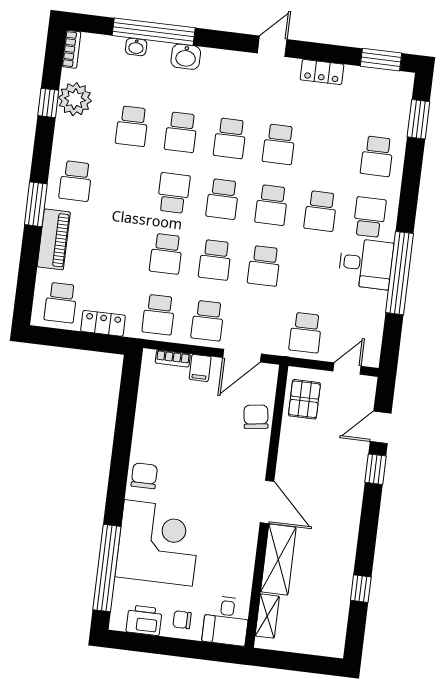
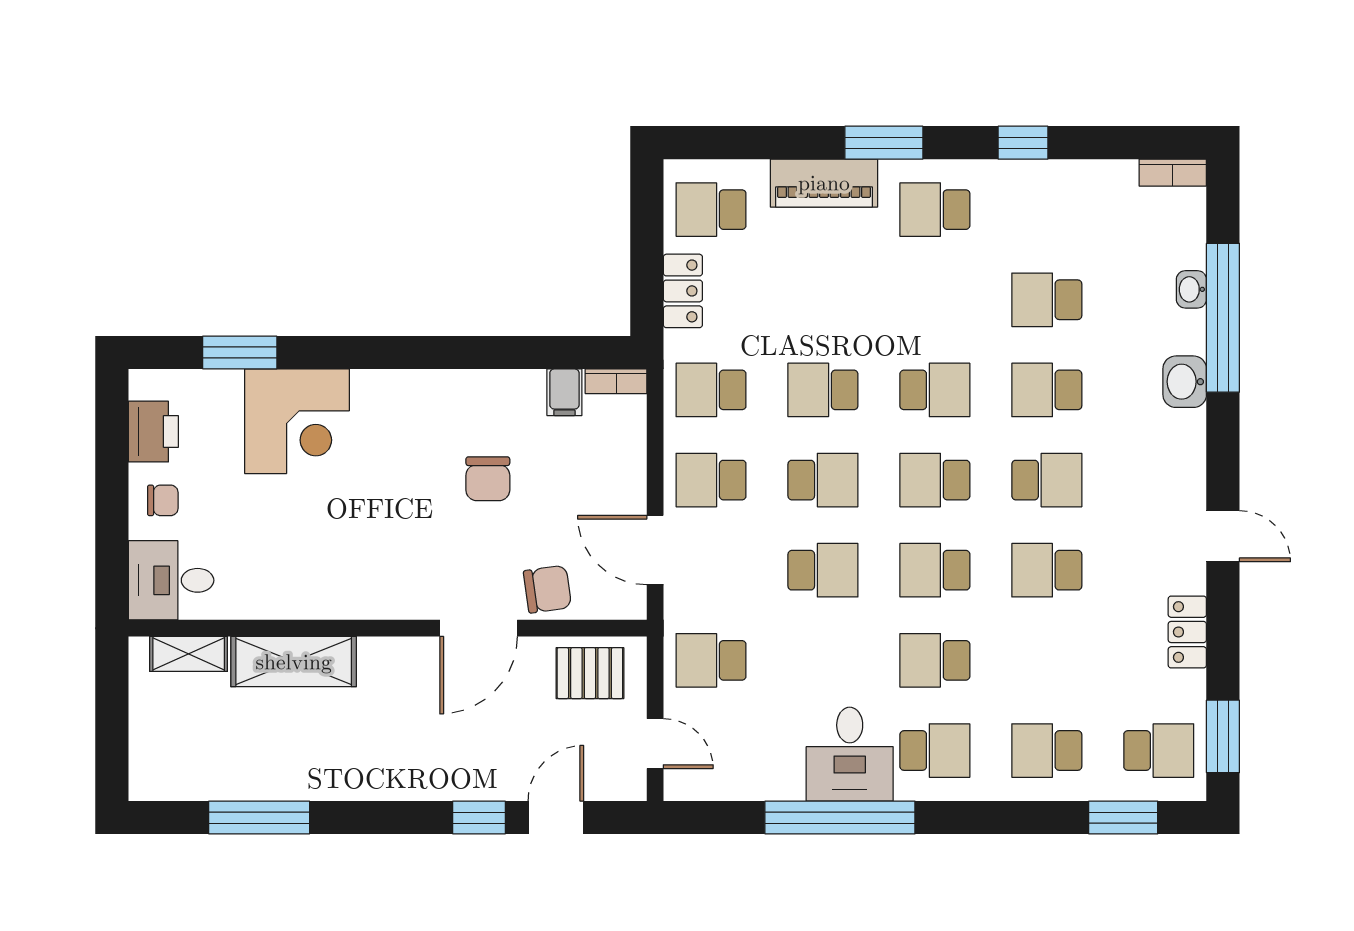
school desk: (384, 95) -> (1159, 751), added
plant: (75, 99) -> (1083, 190), removed
window: (48, 103) -> (1023, 143), moved
school desk: (230, 138) -> (1047, 480), turned 180
school desk: (215, 260) -> (823, 480), turned 180
school desk: (264, 266) -> (823, 570), turned 180
bookcase: (173, 359) -> (616, 381), moved, turned -90
filing cabinet: (200, 368) -> (564, 392), moved, turned -90
door: (381, 427) -> (556, 818), hinge flipped
chair: (144, 476) -> (488, 479), moved, turned 90
door: (267, 502) -> (479, 628), moved
corner desk: (158, 543) -> (297, 421), width x0.74, depth x0.74
window: (107, 568) -> (240, 352), width x0.47
window: (361, 589) -> (259, 818), width x2.17
chair: (182, 620) -> (163, 500), turned 90

